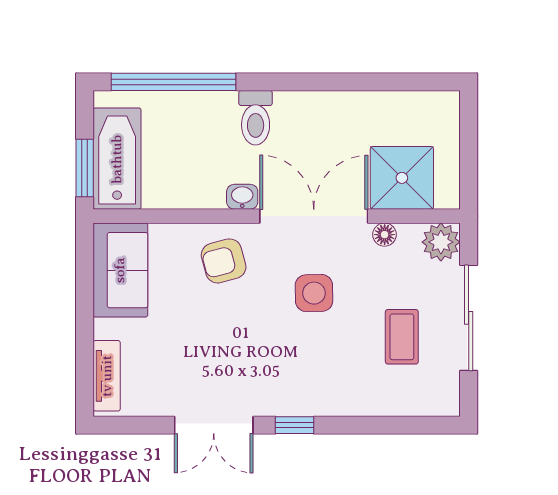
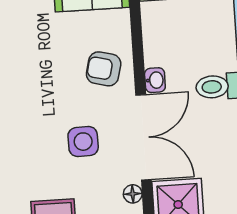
armchair: (224, 261) -> (104, 69), turned -61

